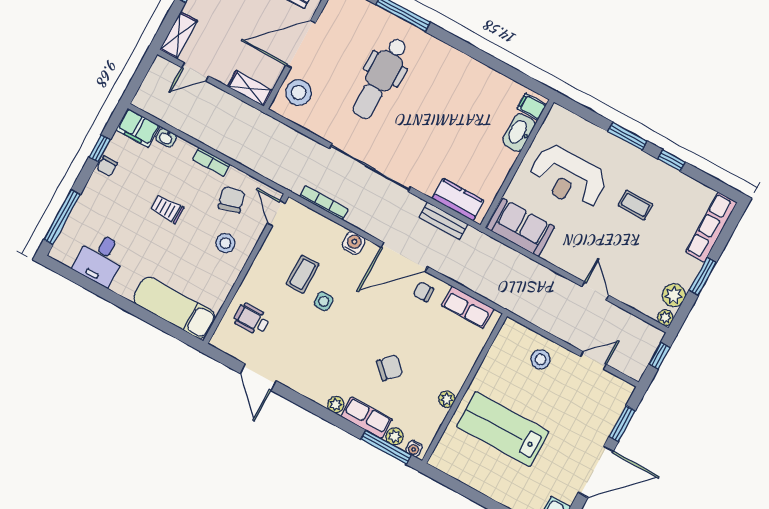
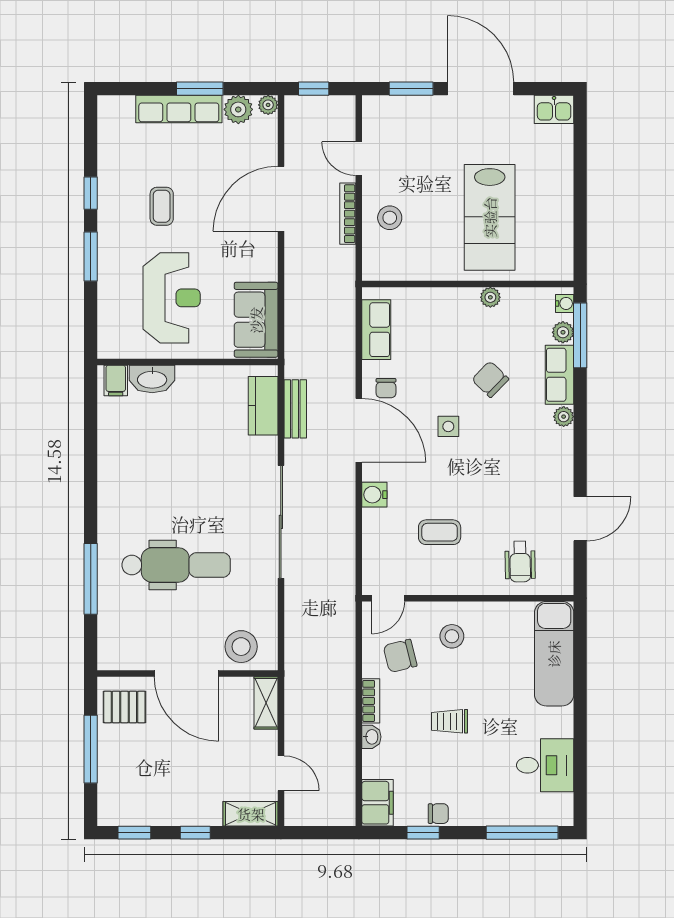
washbasin: (166, 138) -> (371, 737), moved
bookcase: (324, 203) -> (348, 214), moved
trolley: (167, 209) -> (449, 721), turned 90
row of seats: (711, 227) -> (179, 109), moved
door: (595, 291) -> (281, 199), width x1.87
side table: (324, 301) -> (448, 426), moved

